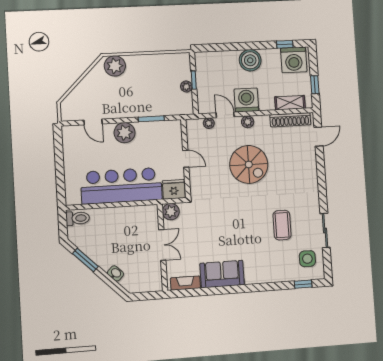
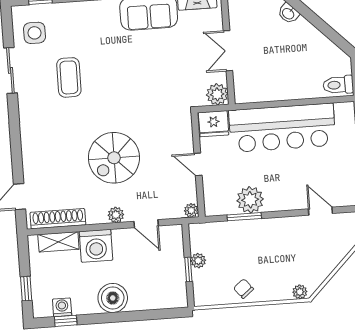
washing machine: (294, 60) -> (62, 307), width x0.53, depth x0.53
chair: (152, 65) -> (243, 289), added
plant: (115, 66) -> (300, 292), width x0.53, depth x0.53
window: (315, 85) -> (26, 289), moved
washing machine: (246, 100) -> (96, 246), moved
plant: (209, 123) -> (191, 210), moved
plant: (125, 133) -> (250, 200), moved
spiral stairs: (249, 164) -> (114, 158), turned -90
window: (85, 260) -> (327, 31), removed

